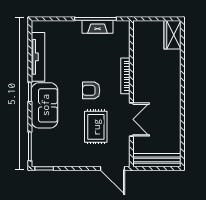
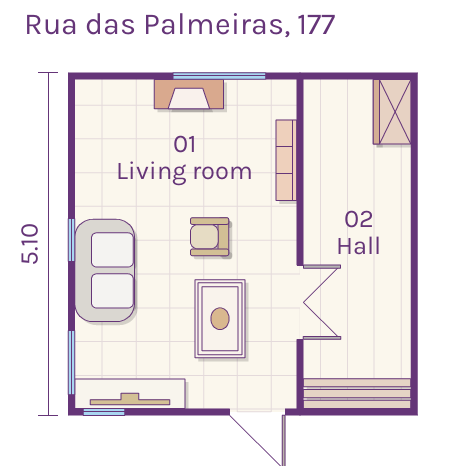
fireplace: (98, 27) -> (189, 94), moved
tv unit: (38, 57) -> (130, 394), moved, turned -90
bookcase: (125, 76) -> (286, 160), moved

